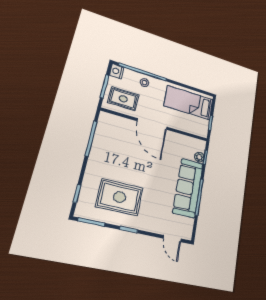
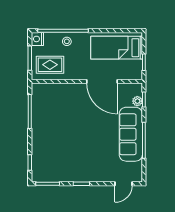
door: (152, 124) -> (102, 81), moved
rug: (120, 197) -> (67, 158), removed
door: (172, 239) -> (124, 184), hinge flipped

